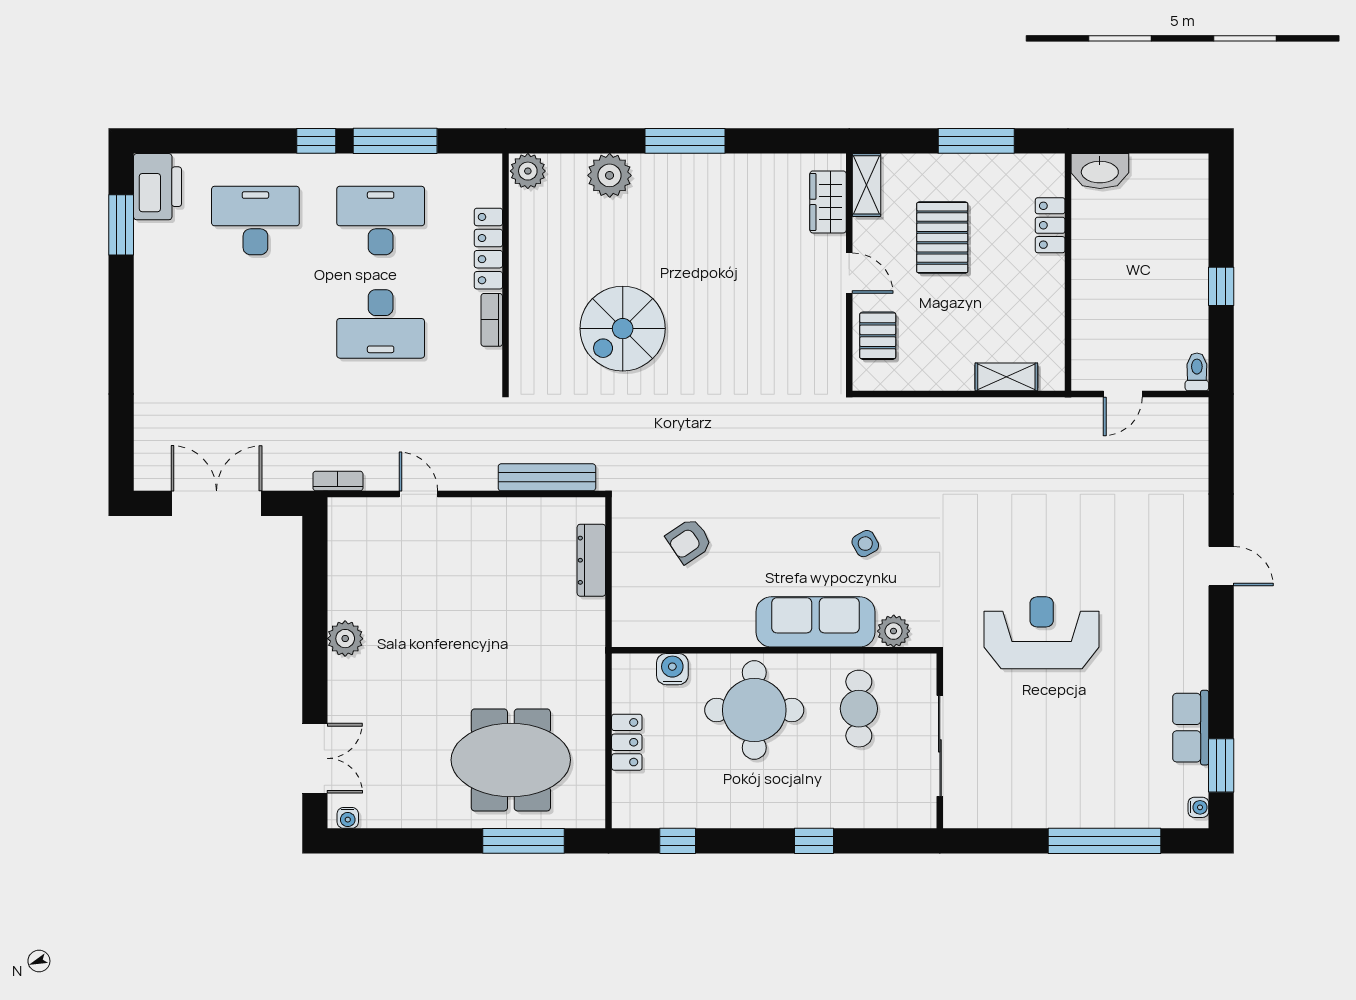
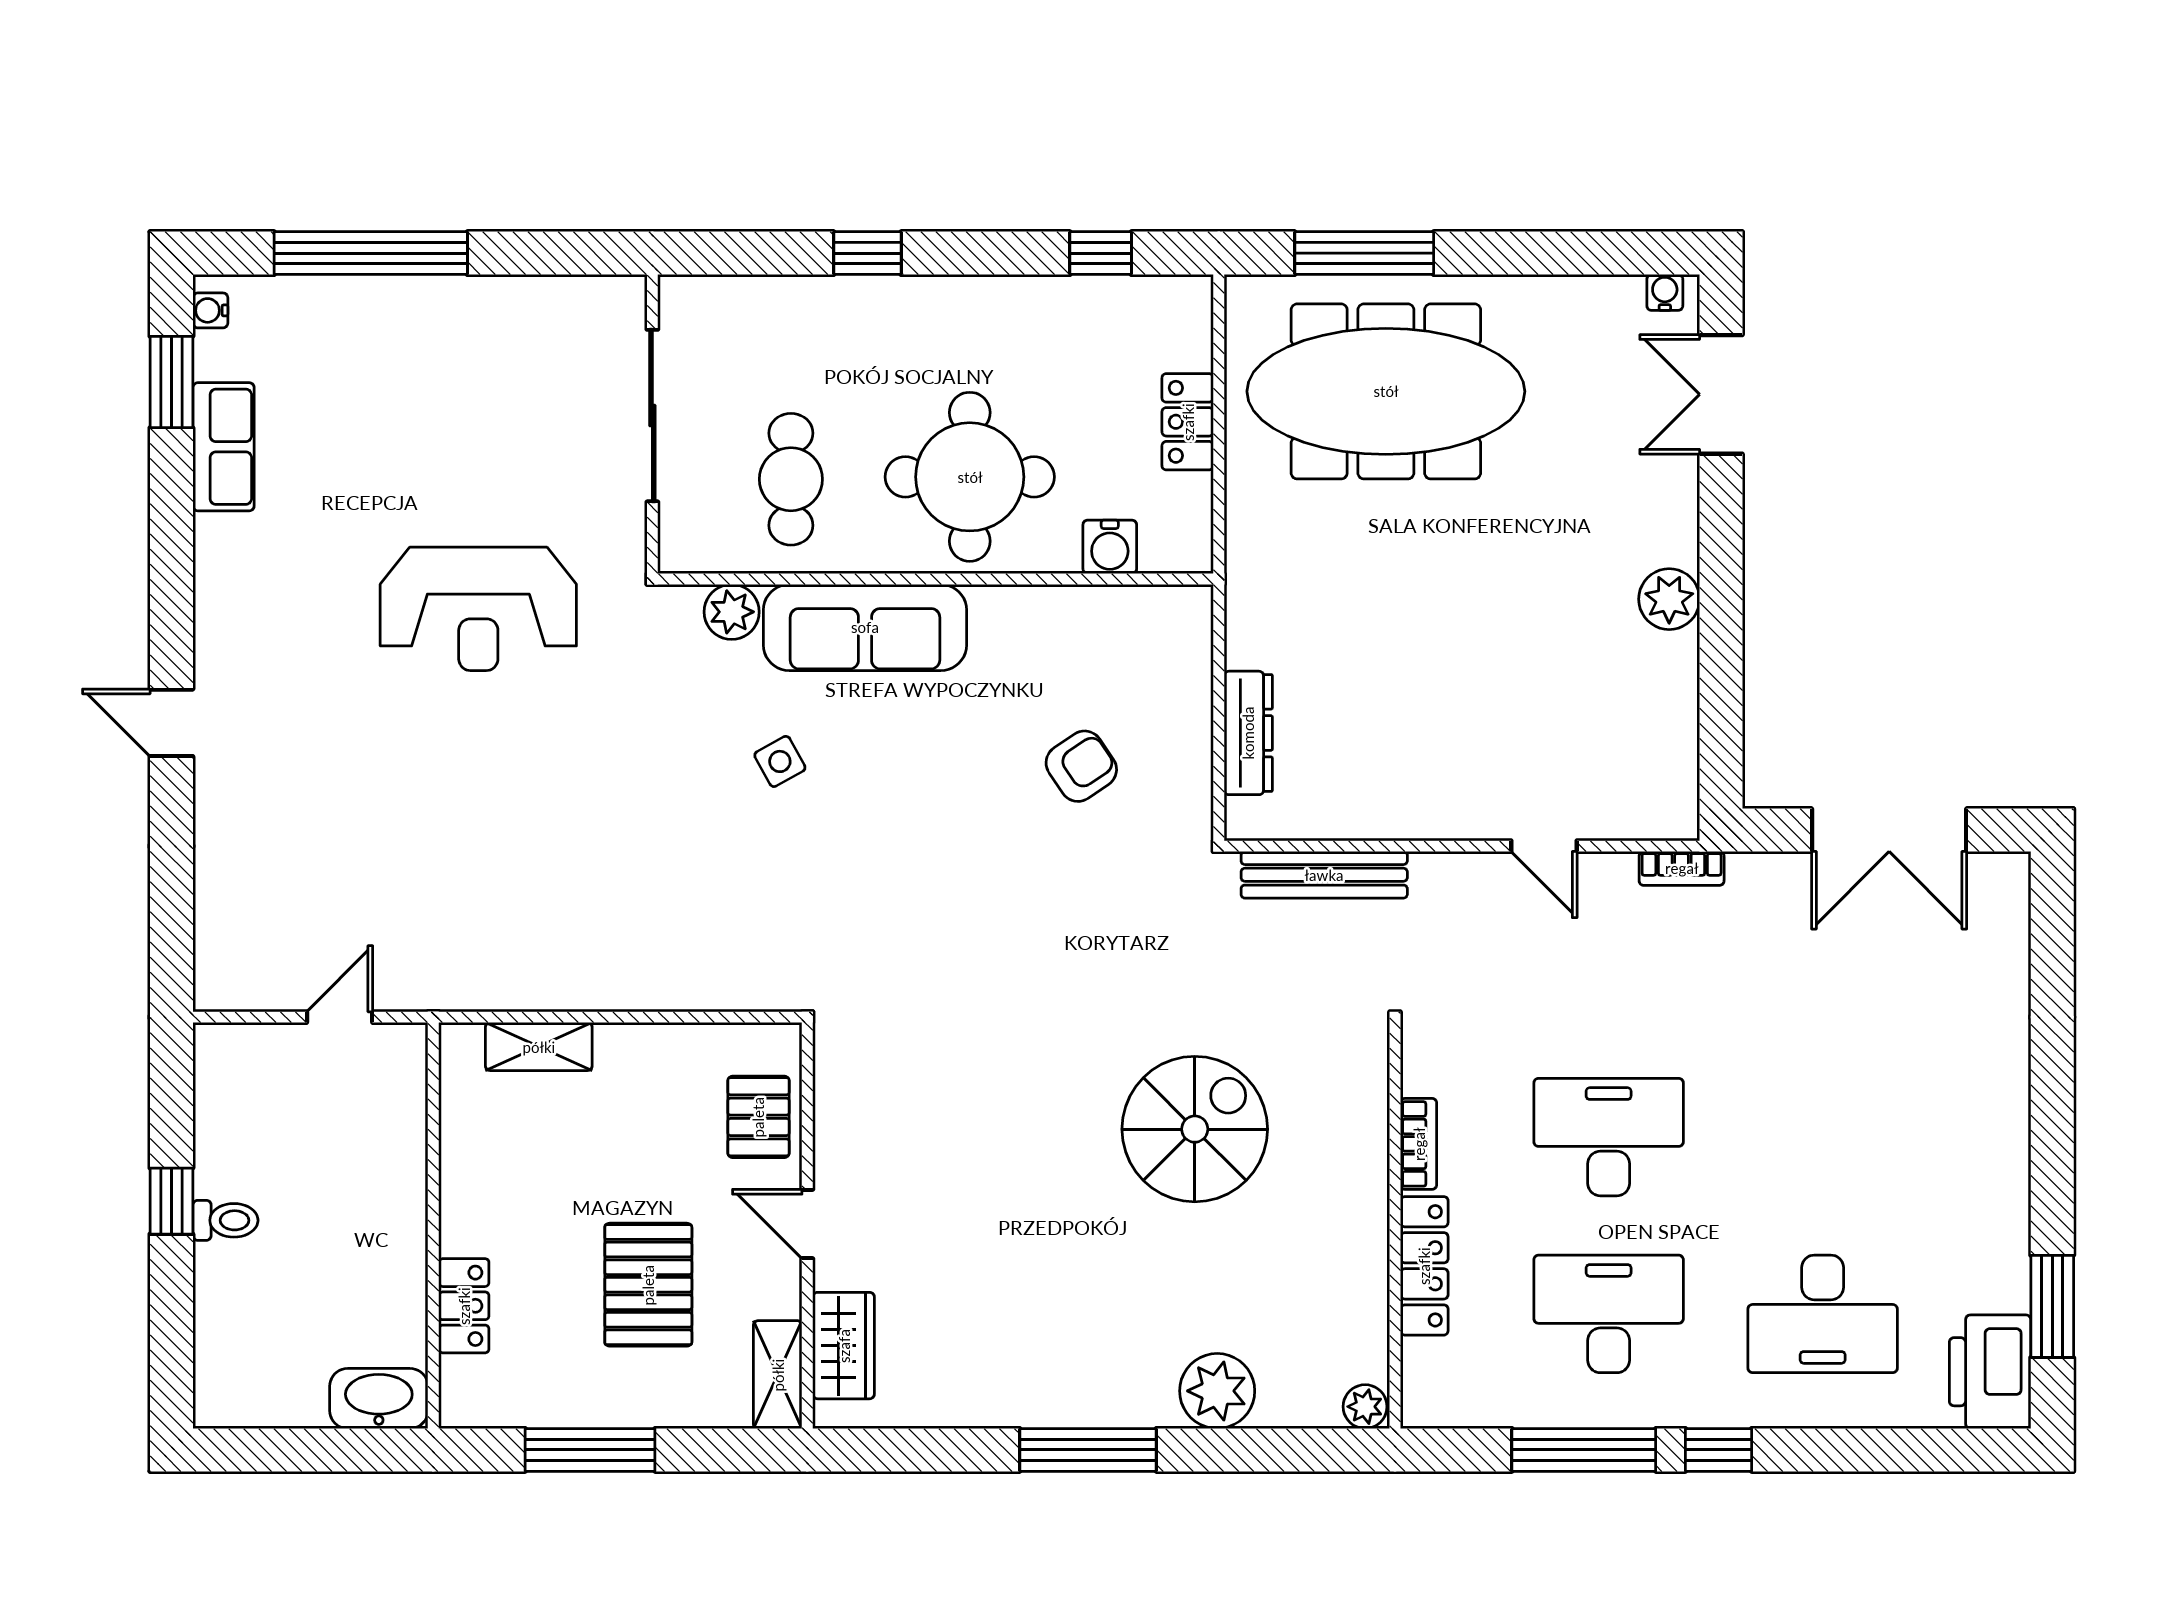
plant: (528, 171) -> (1365, 1407), width x0.73, depth x0.73
desk: (381, 220) -> (1609, 1314), turned 180
toilet: (1197, 372) -> (225, 1220), moved, turned -90
meeting table: (511, 760) -> (1386, 391), width x1.36

